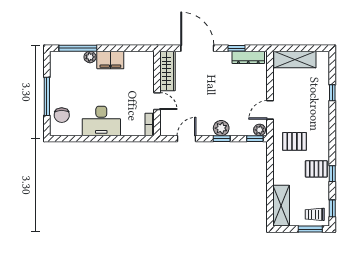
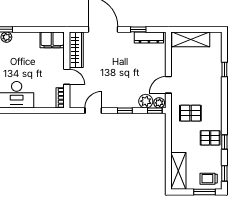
filing cabinet: (110, 60) -> (52, 40), moved
plant: (221, 128) -> (146, 101), moved

